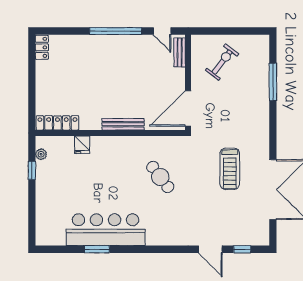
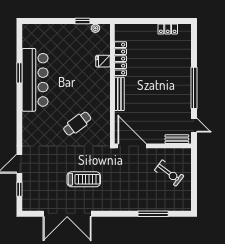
door: (162, 31) -> (194, 125), swing flipped
locker: (42, 47) -> (168, 29), moved
locker: (57, 123) -> (120, 59), moved
treadmill: (230, 169) -> (84, 179), turned 180

